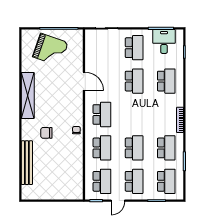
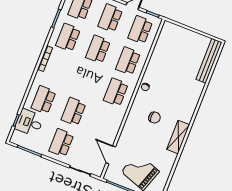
desk: (164, 42) -> (29, 123), moved, turned 90
door: (84, 81) -> (111, 155), moved
shelving: (28, 96) -> (178, 137), width x0.68
chair: (46, 133) -> (155, 118), moved
bench: (27, 163) -> (209, 61), moved

